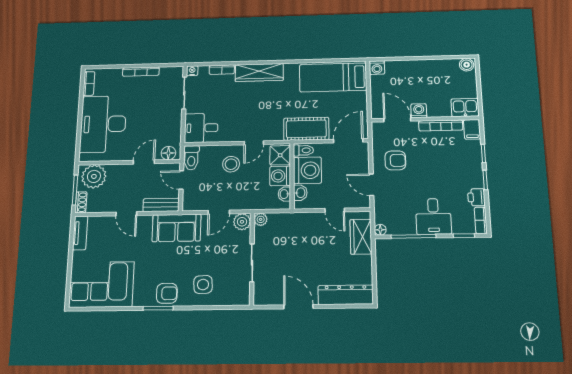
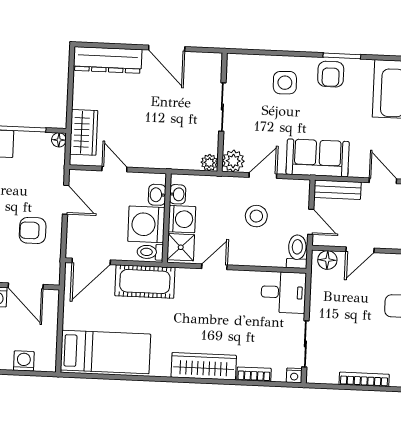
washing machine: (377, 68) -> (24, 361), moved
stool: (231, 164) -> (256, 216), moved
armchair: (167, 293) -> (331, 74), turned -90

